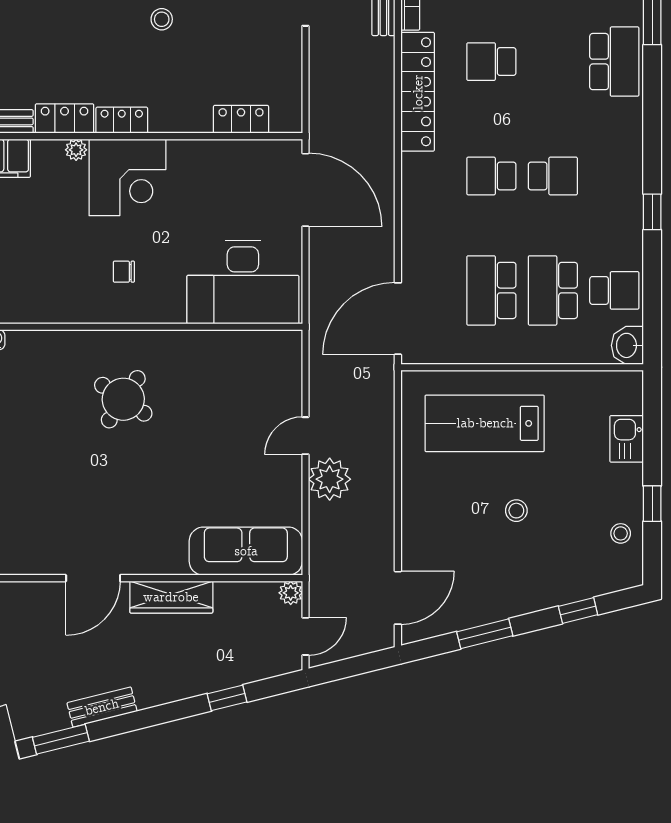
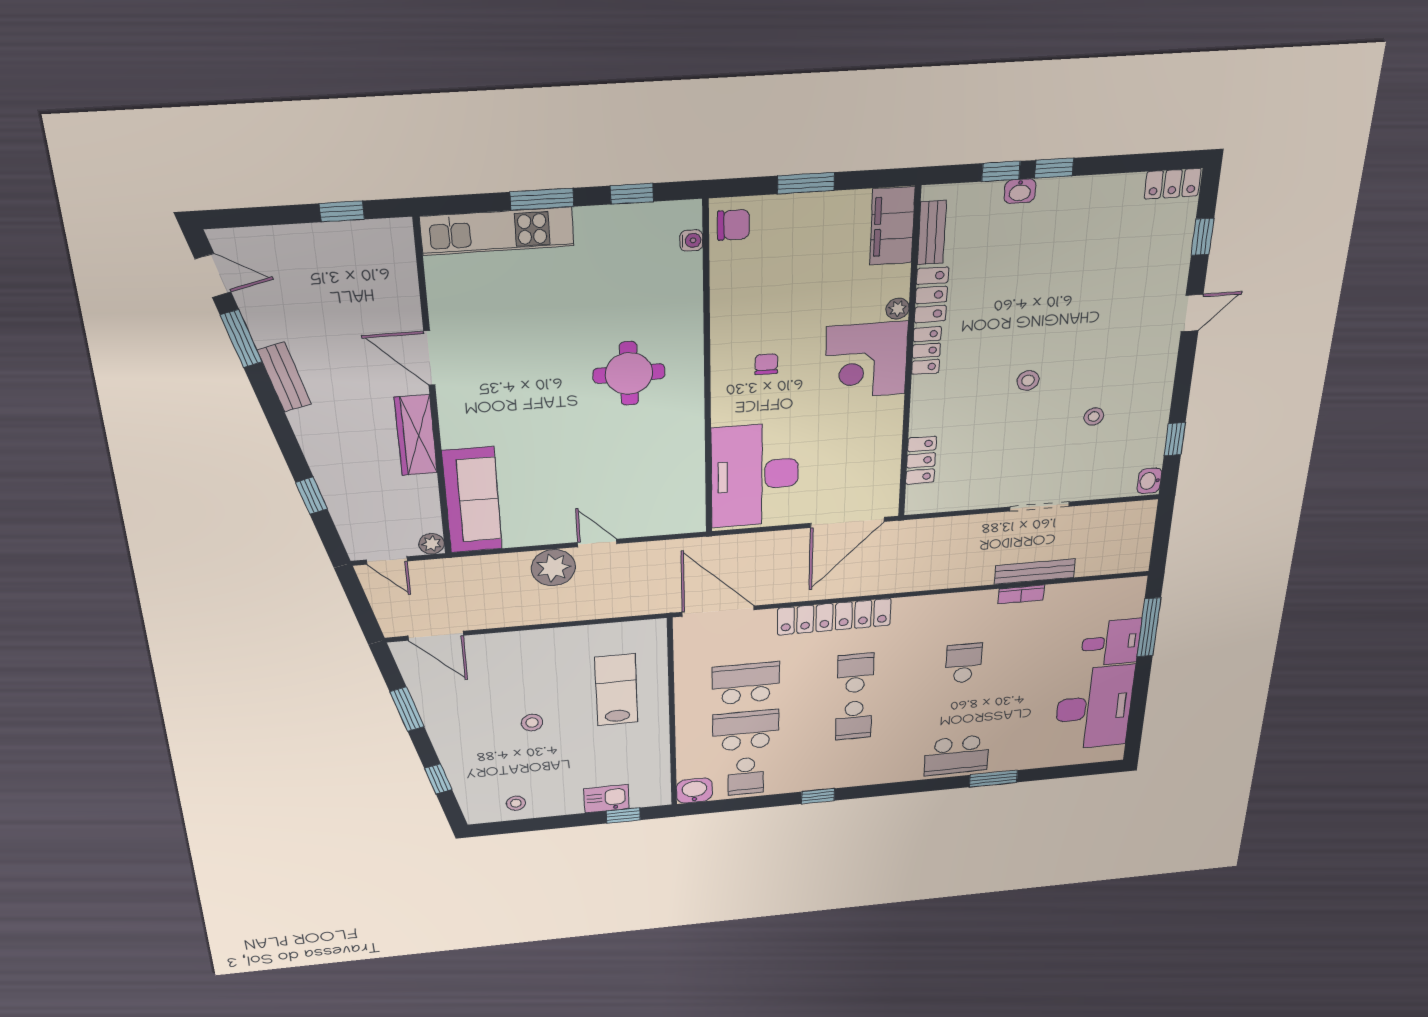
locker: (418, 92) -> (834, 617), moved
round table: (123, 399) -> (629, 373), turned -34
lab bench: (485, 423) -> (616, 690), width x0.73, depth x0.72
window: (652, 504) -> (623, 816), moved

